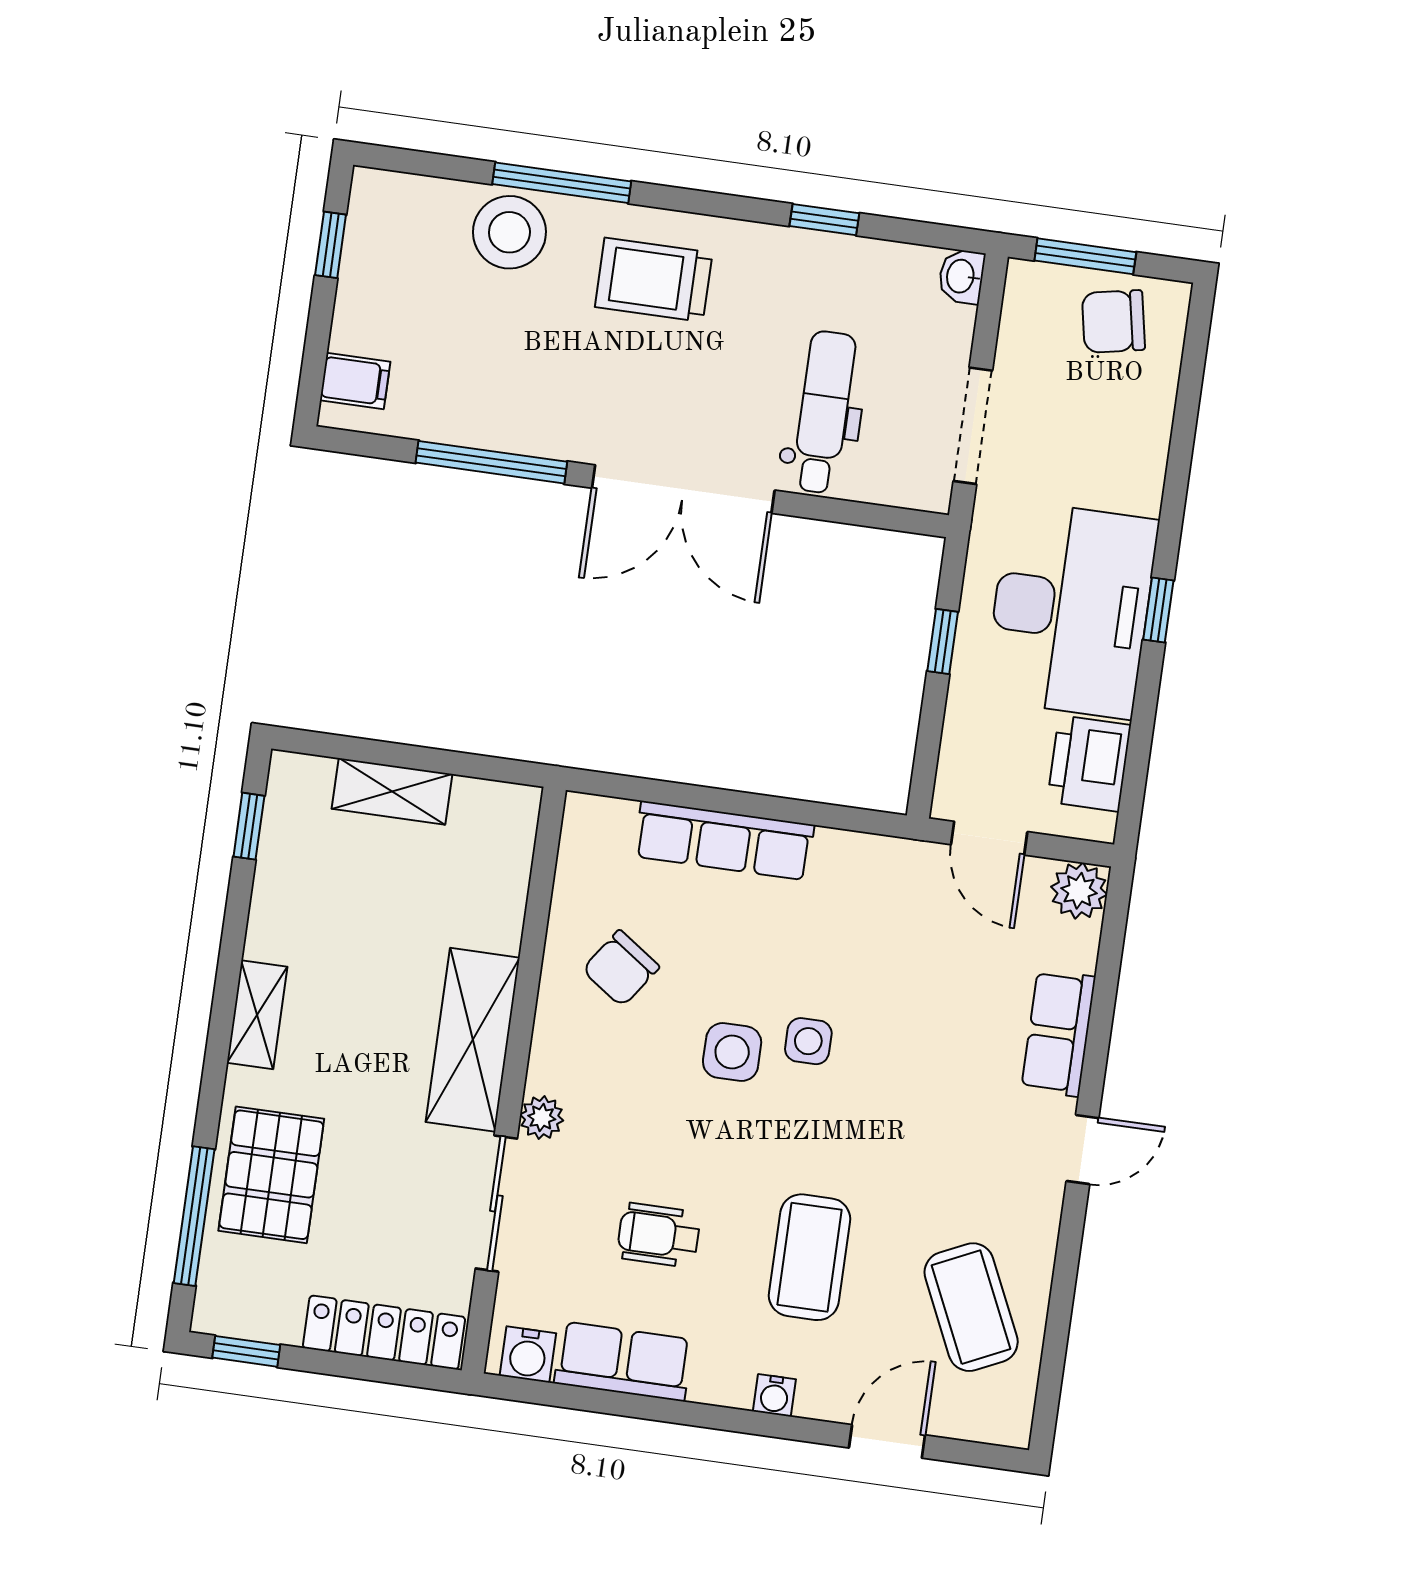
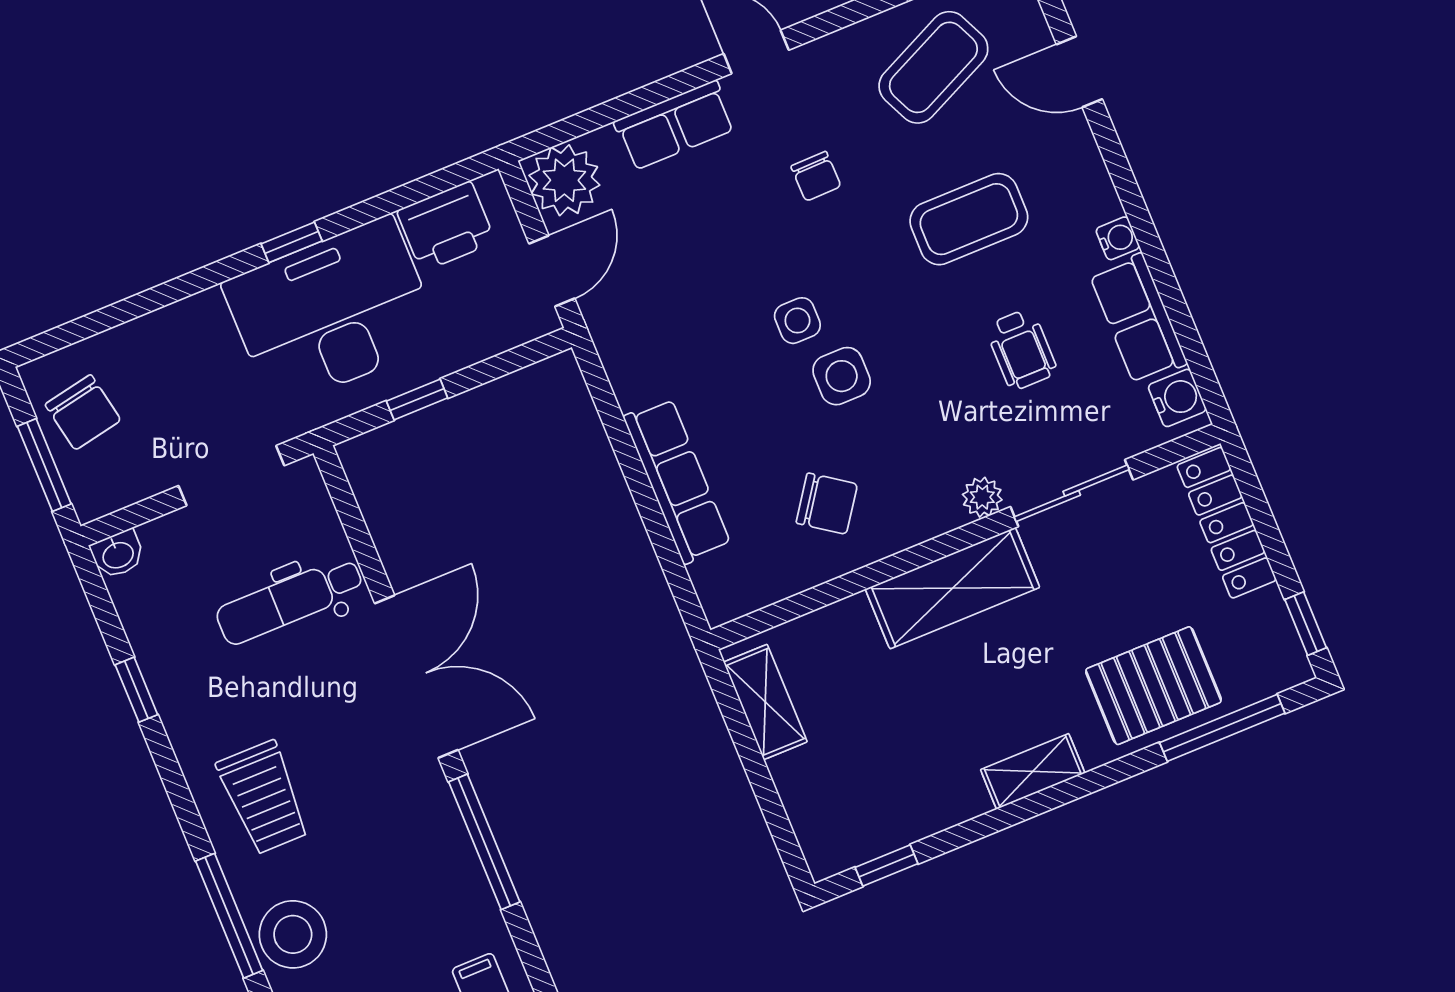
shelving: (392, 791) -> (765, 702), moved
plant: (1079, 891) -> (564, 180), width x1.36, depth x1.36
chair: (933, 1137) -> (816, 176), added
water cooler: (774, 1395) -> (1118, 238), moved

